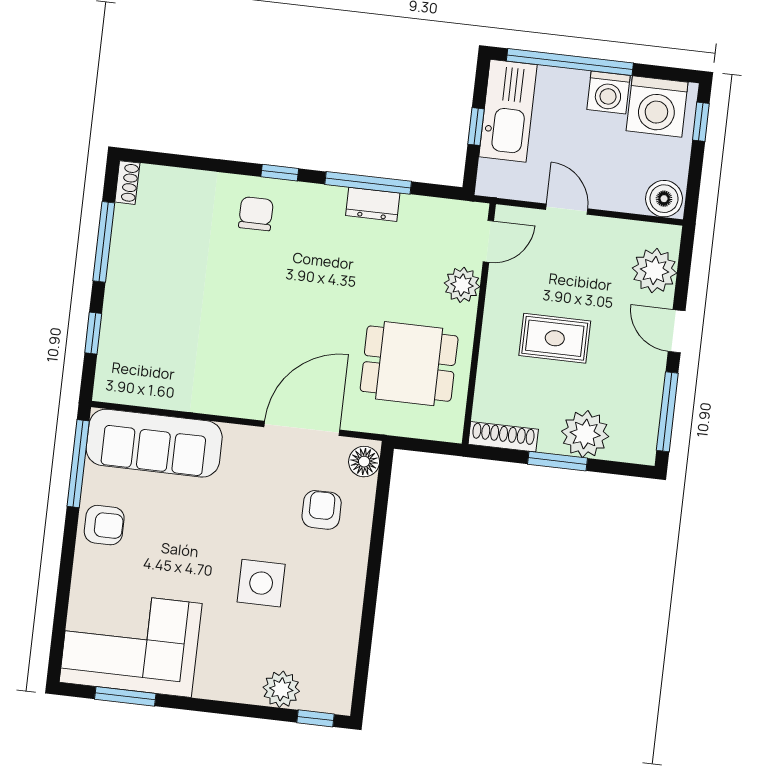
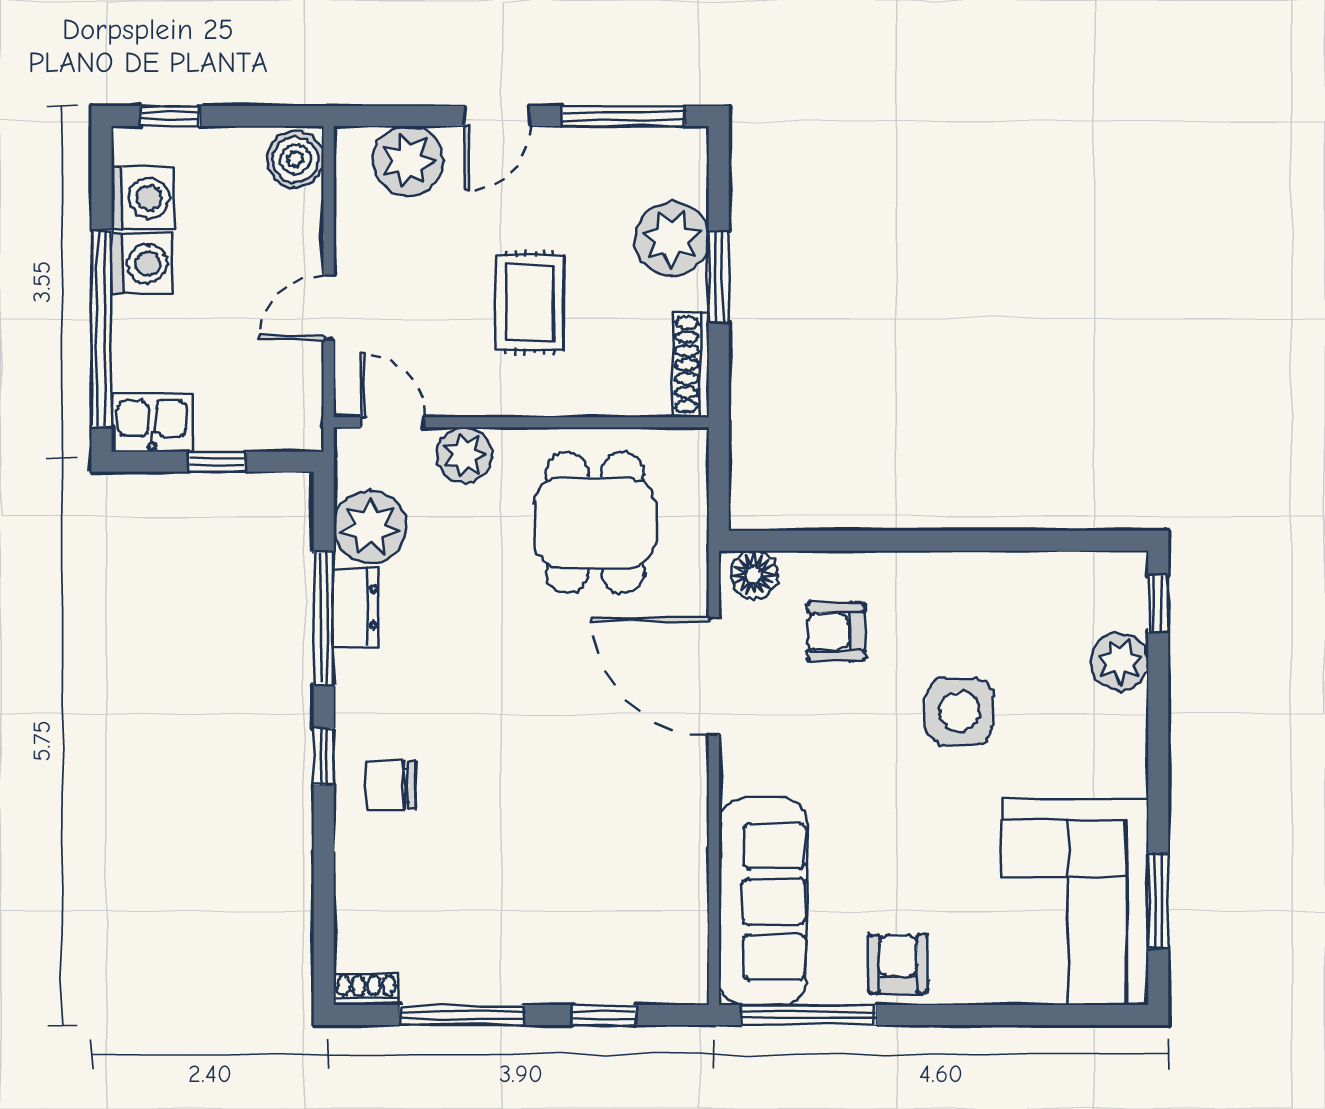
washing machine: (657, 107) -> (143, 198), width x0.73, depth x0.73
kitchen sink: (508, 111) -> (152, 422), width x0.53, depth x0.81
plant: (423, 219) -> (370, 527), added

